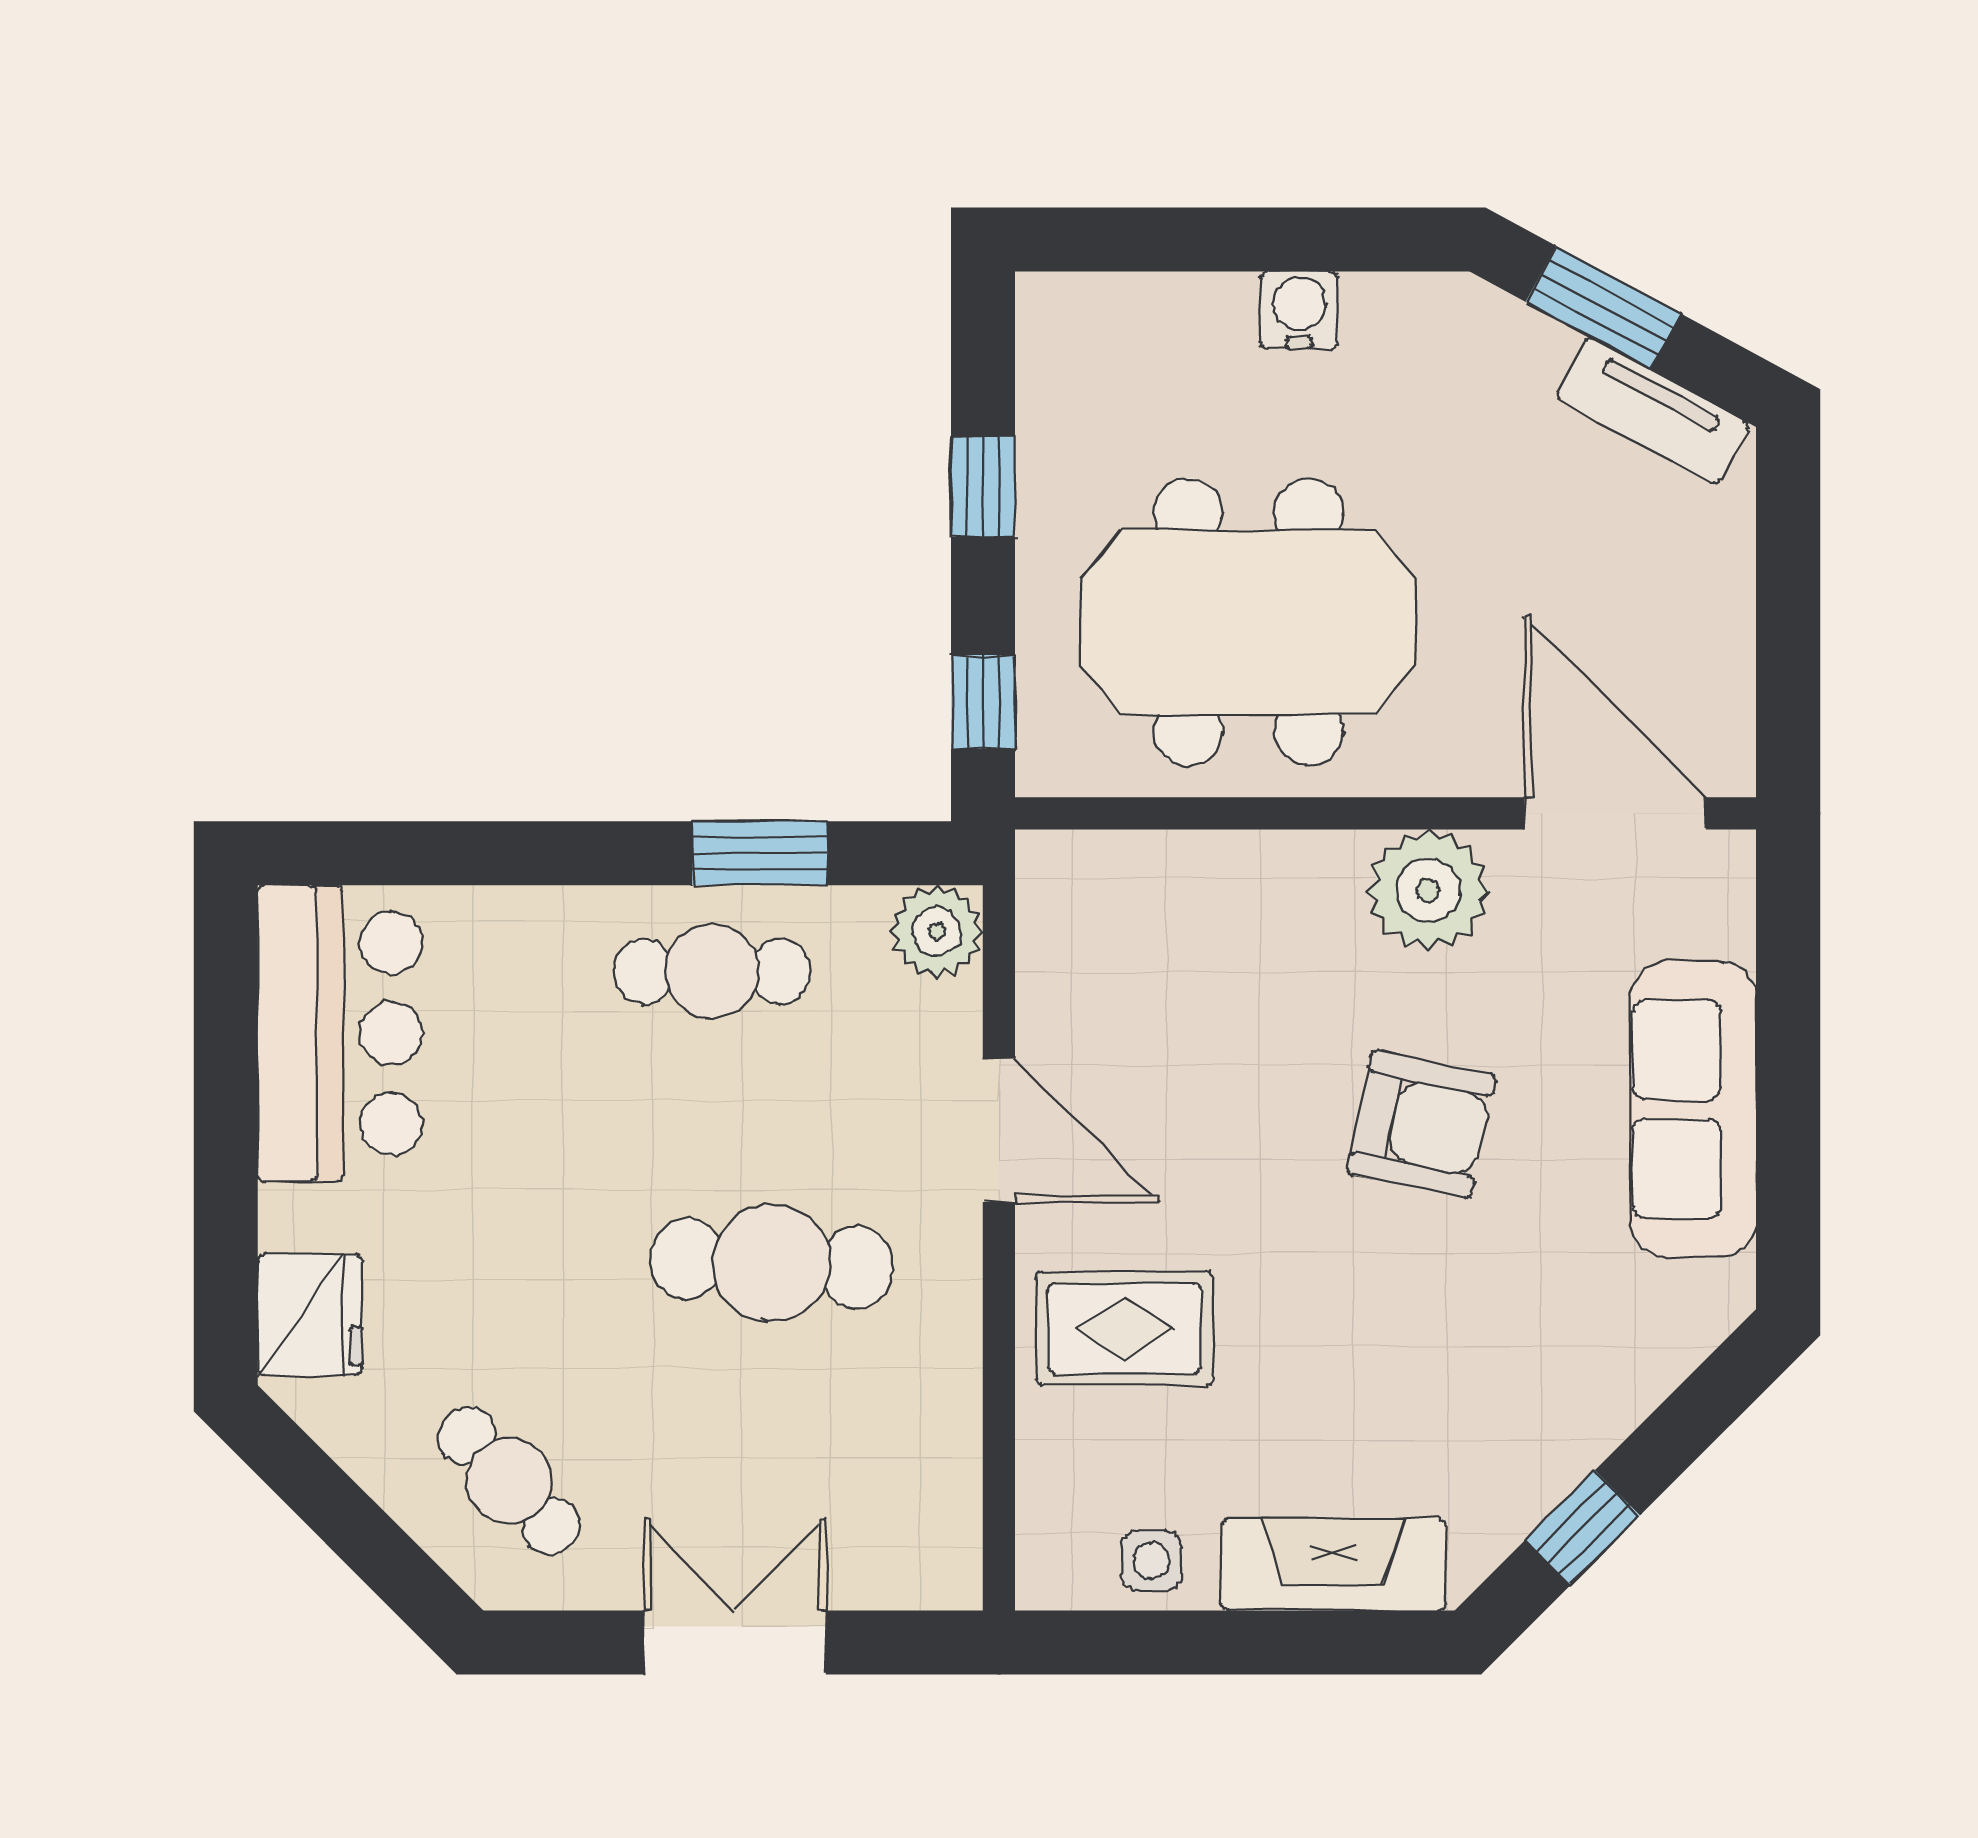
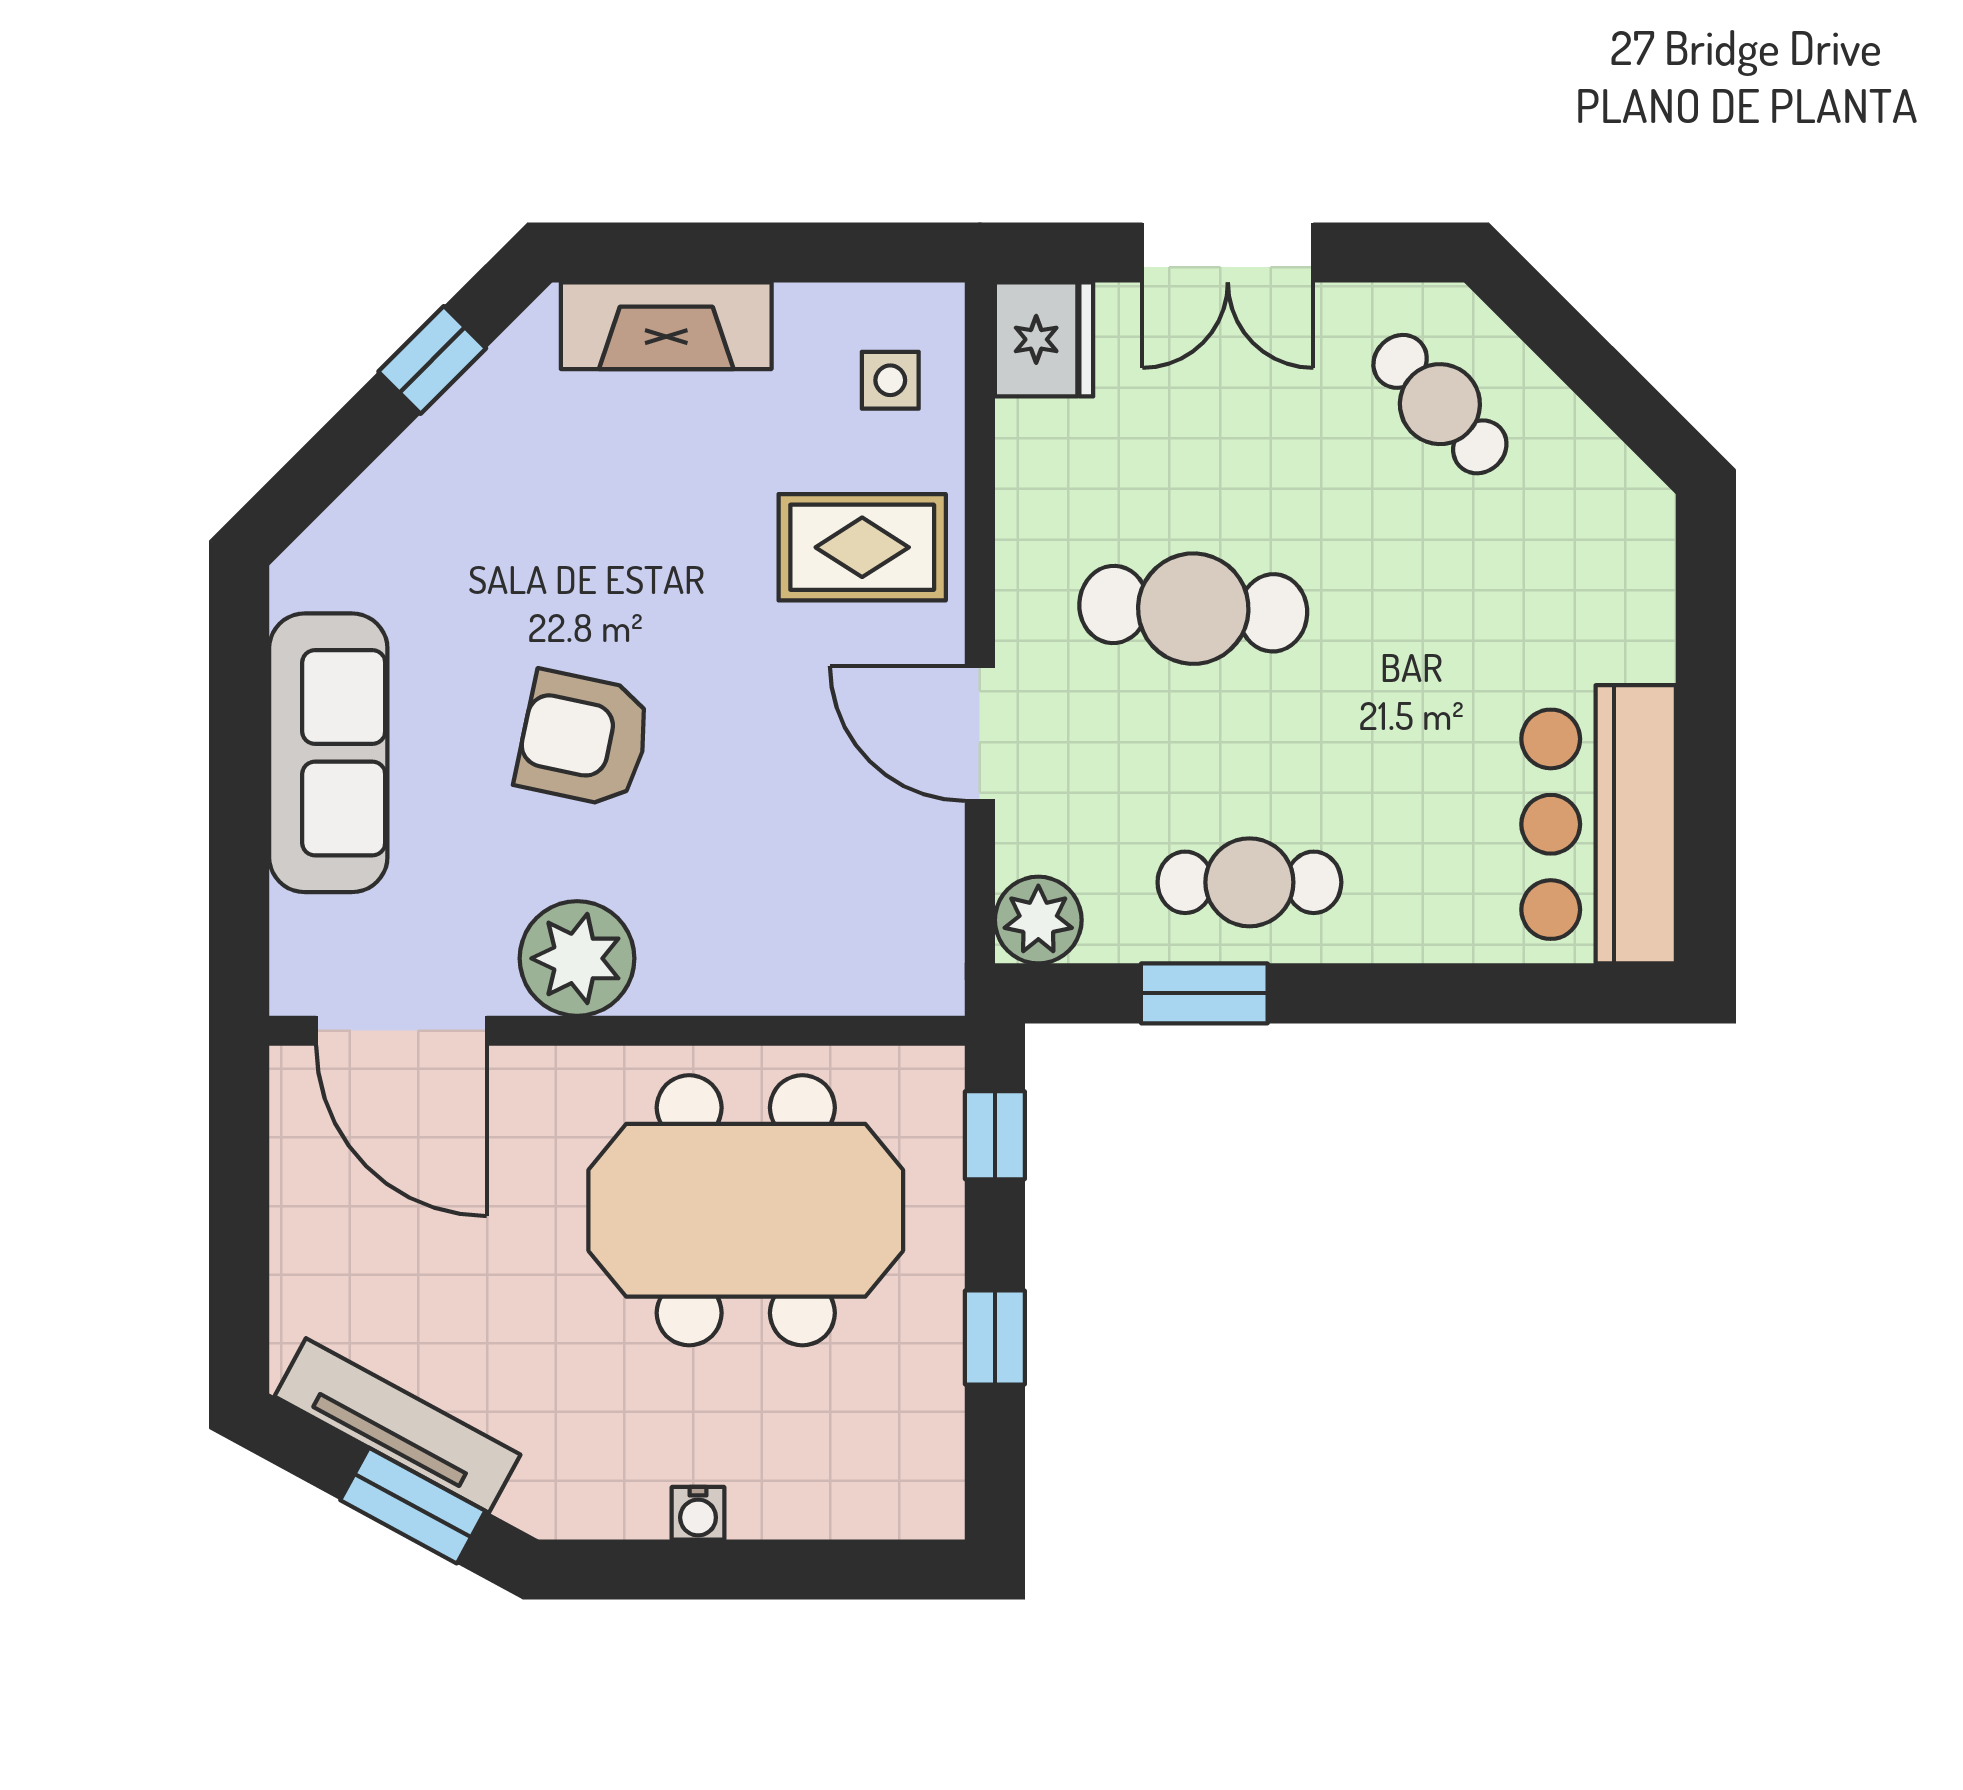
water cooler: (1299, 310) -> (698, 1513), width x0.72, depth x0.72
tv unit: (1653, 411) -> (397, 1425), width x1.41
fridge: (310, 1315) -> (1044, 339), moved, turned 180
side table: (1151, 1560) -> (890, 380), moved

